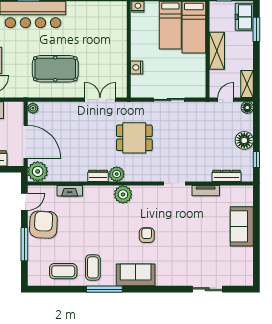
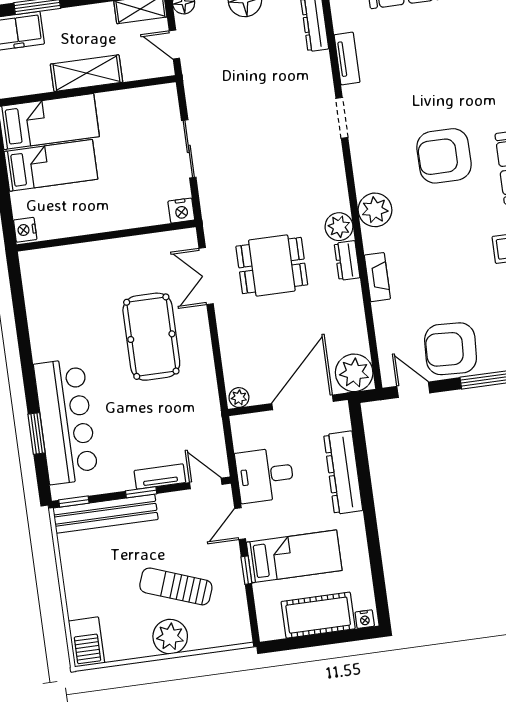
nightstand: (137, 68) -> (181, 211), moved
pool table: (55, 69) -> (151, 337), moved
dining table: (134, 138) -> (272, 265), moved, turned 90
fireplace: (70, 191) -> (377, 277), moved
armchair: (147, 235) -> (444, 156), width x1.88, depth x1.88

